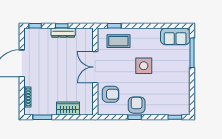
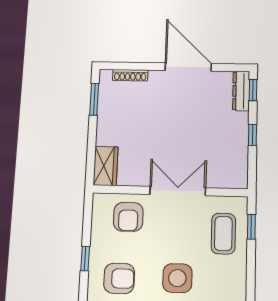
dresser: (63, 33) -> (241, 91), moved
armchair: (137, 105) -> (119, 278), moved
wardrobe: (68, 109) -> (106, 166), moved

